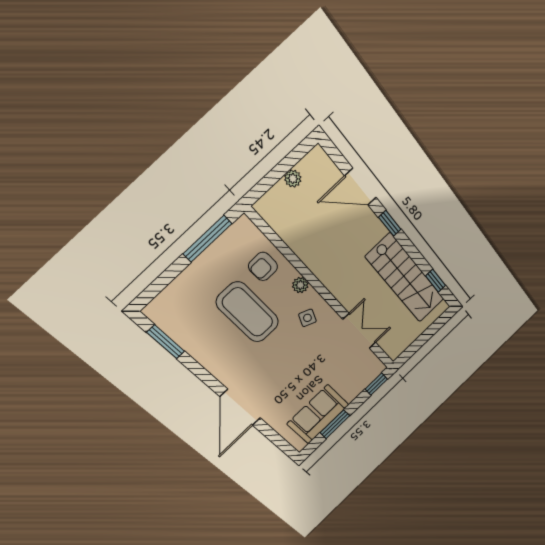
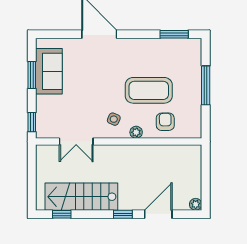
plant: (293, 179) -> (196, 204), moved
window: (208, 239) -> (206, 85), moved

